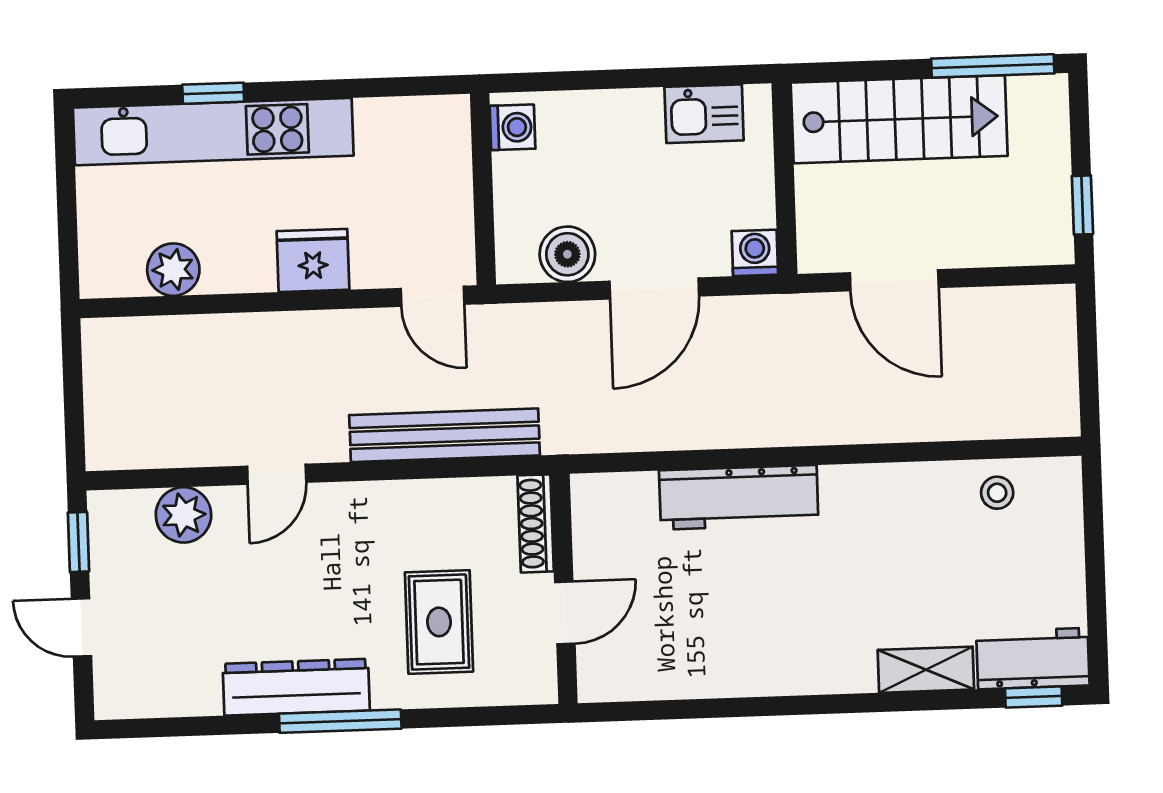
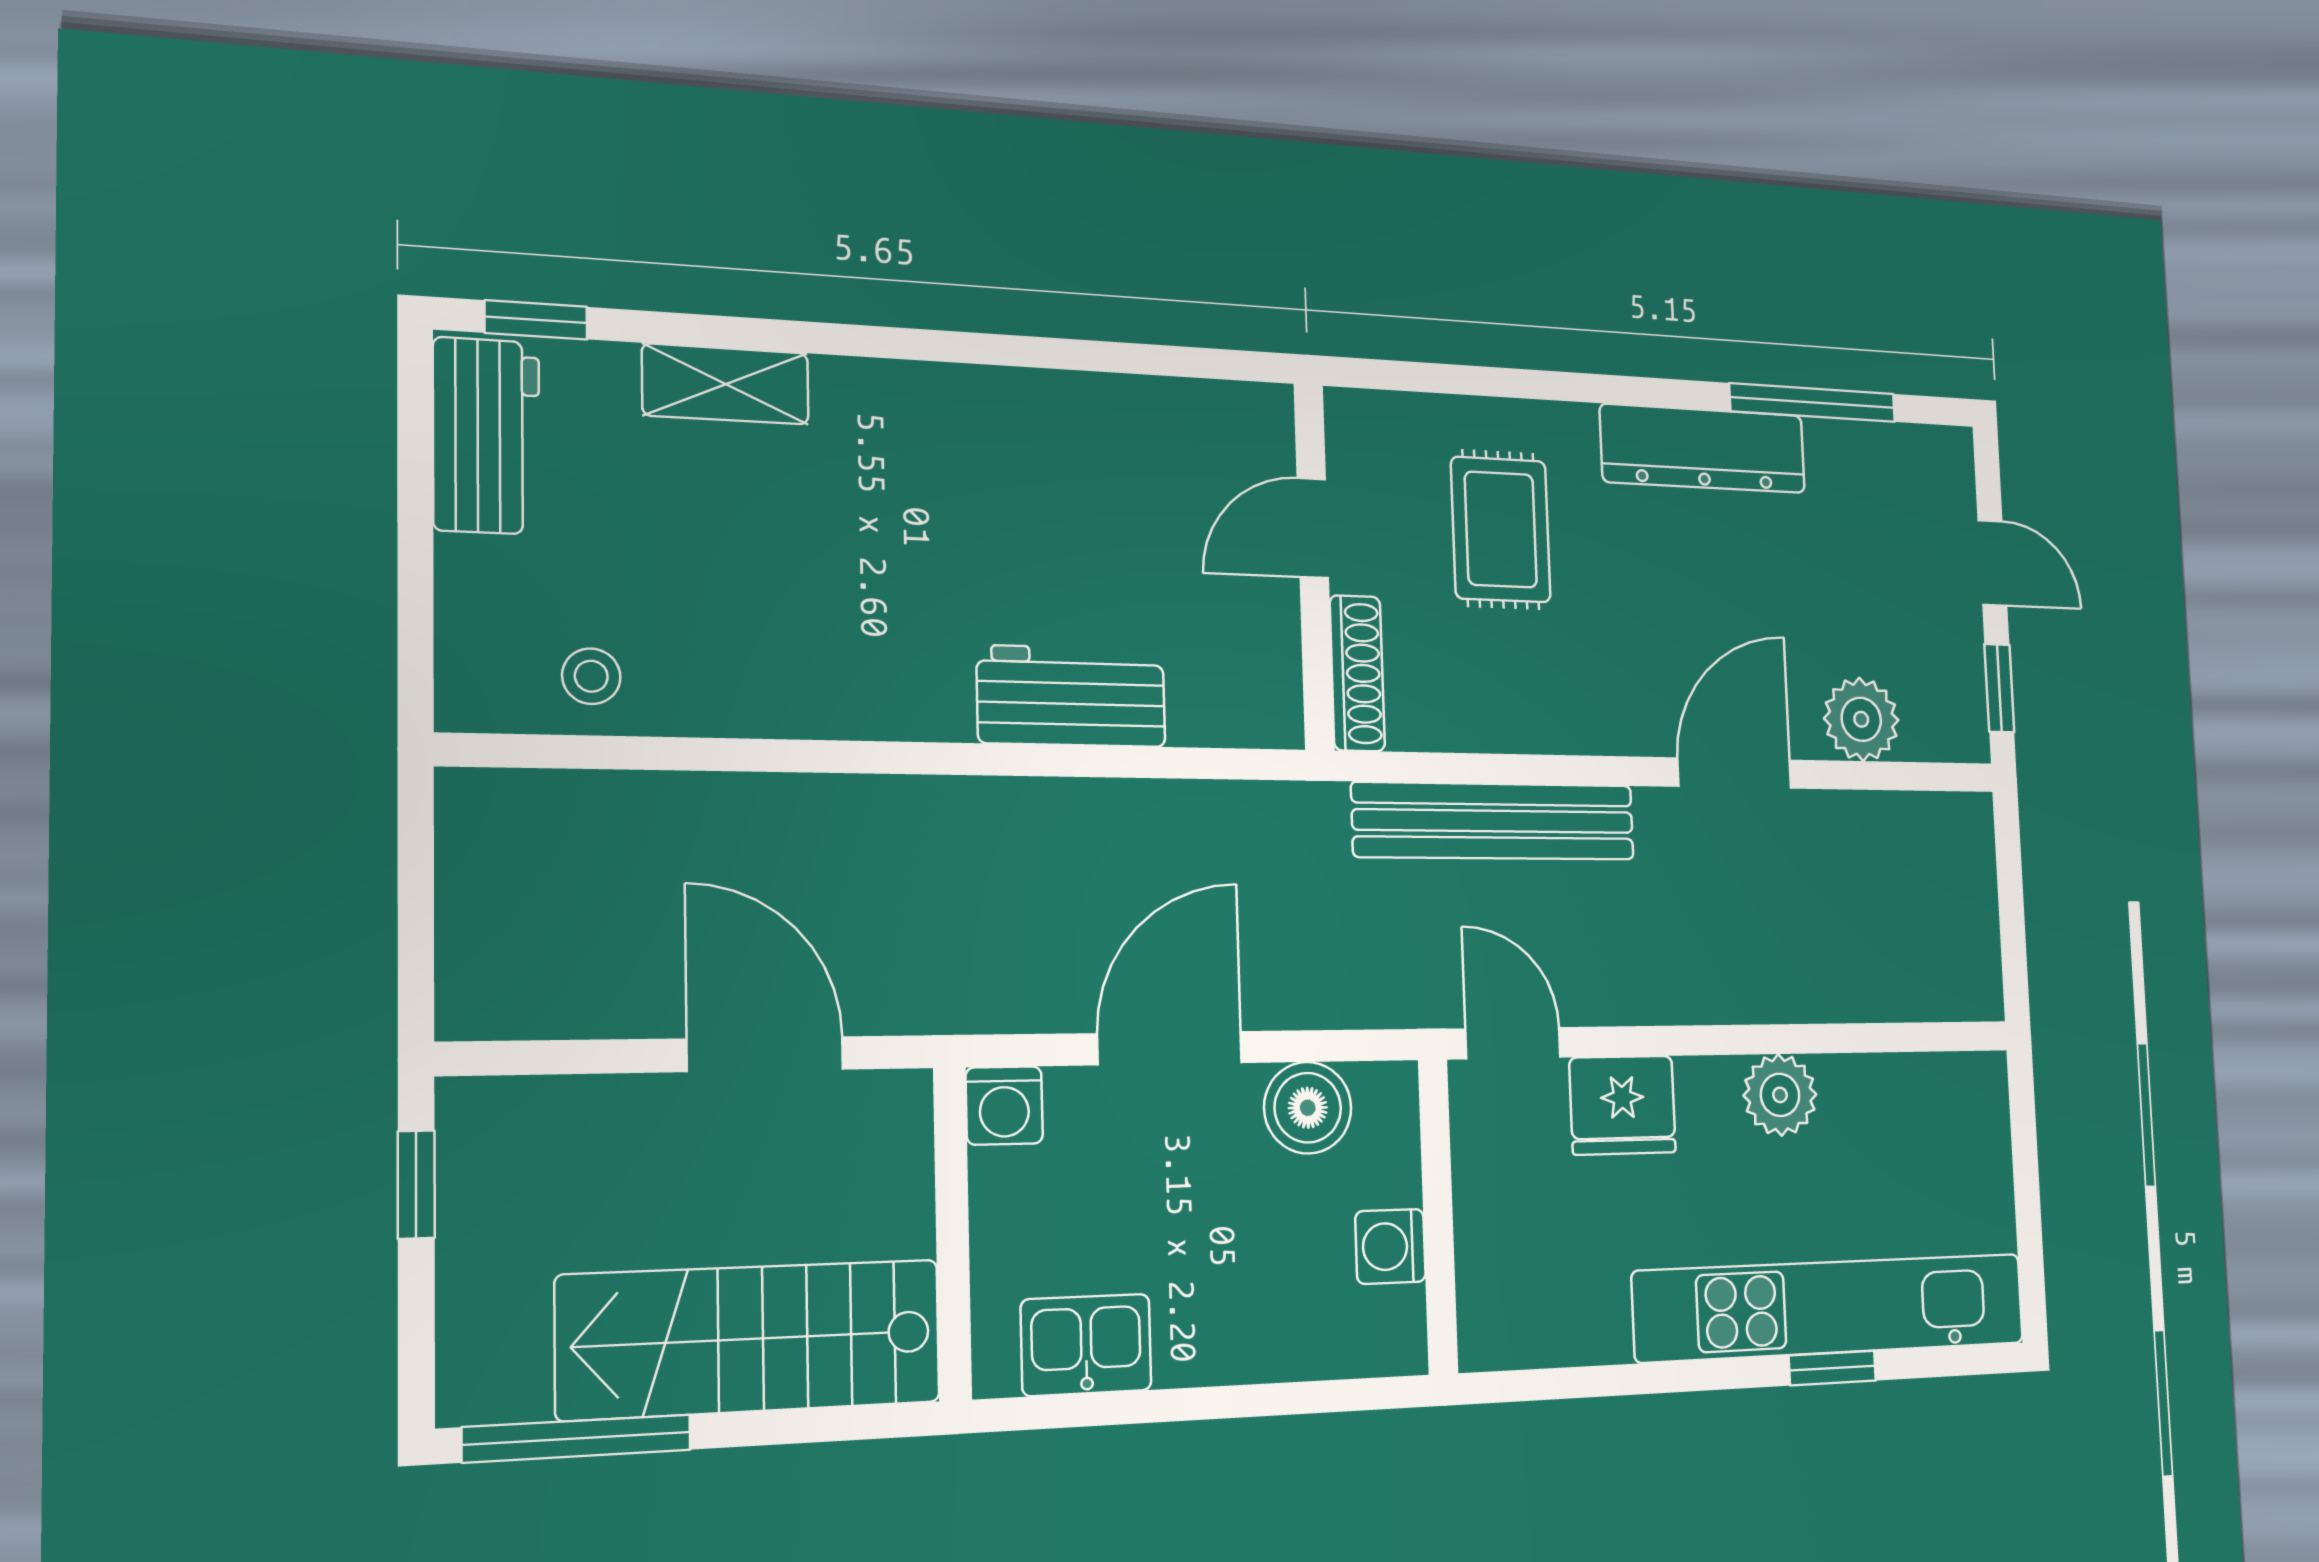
washing machine: (513, 127) -> (1390, 1246), moved
fridge: (313, 260) -> (1623, 1105), moved
plant: (173, 270) -> (1780, 1095), moved
door: (277, 474) -> (1735, 773), width x1.38
workbench: (739, 497) -> (1071, 696), width x0.73
workbench: (1033, 659) -> (486, 436), moved, turned -90
window: (340, 721) -> (1813, 403), moved

